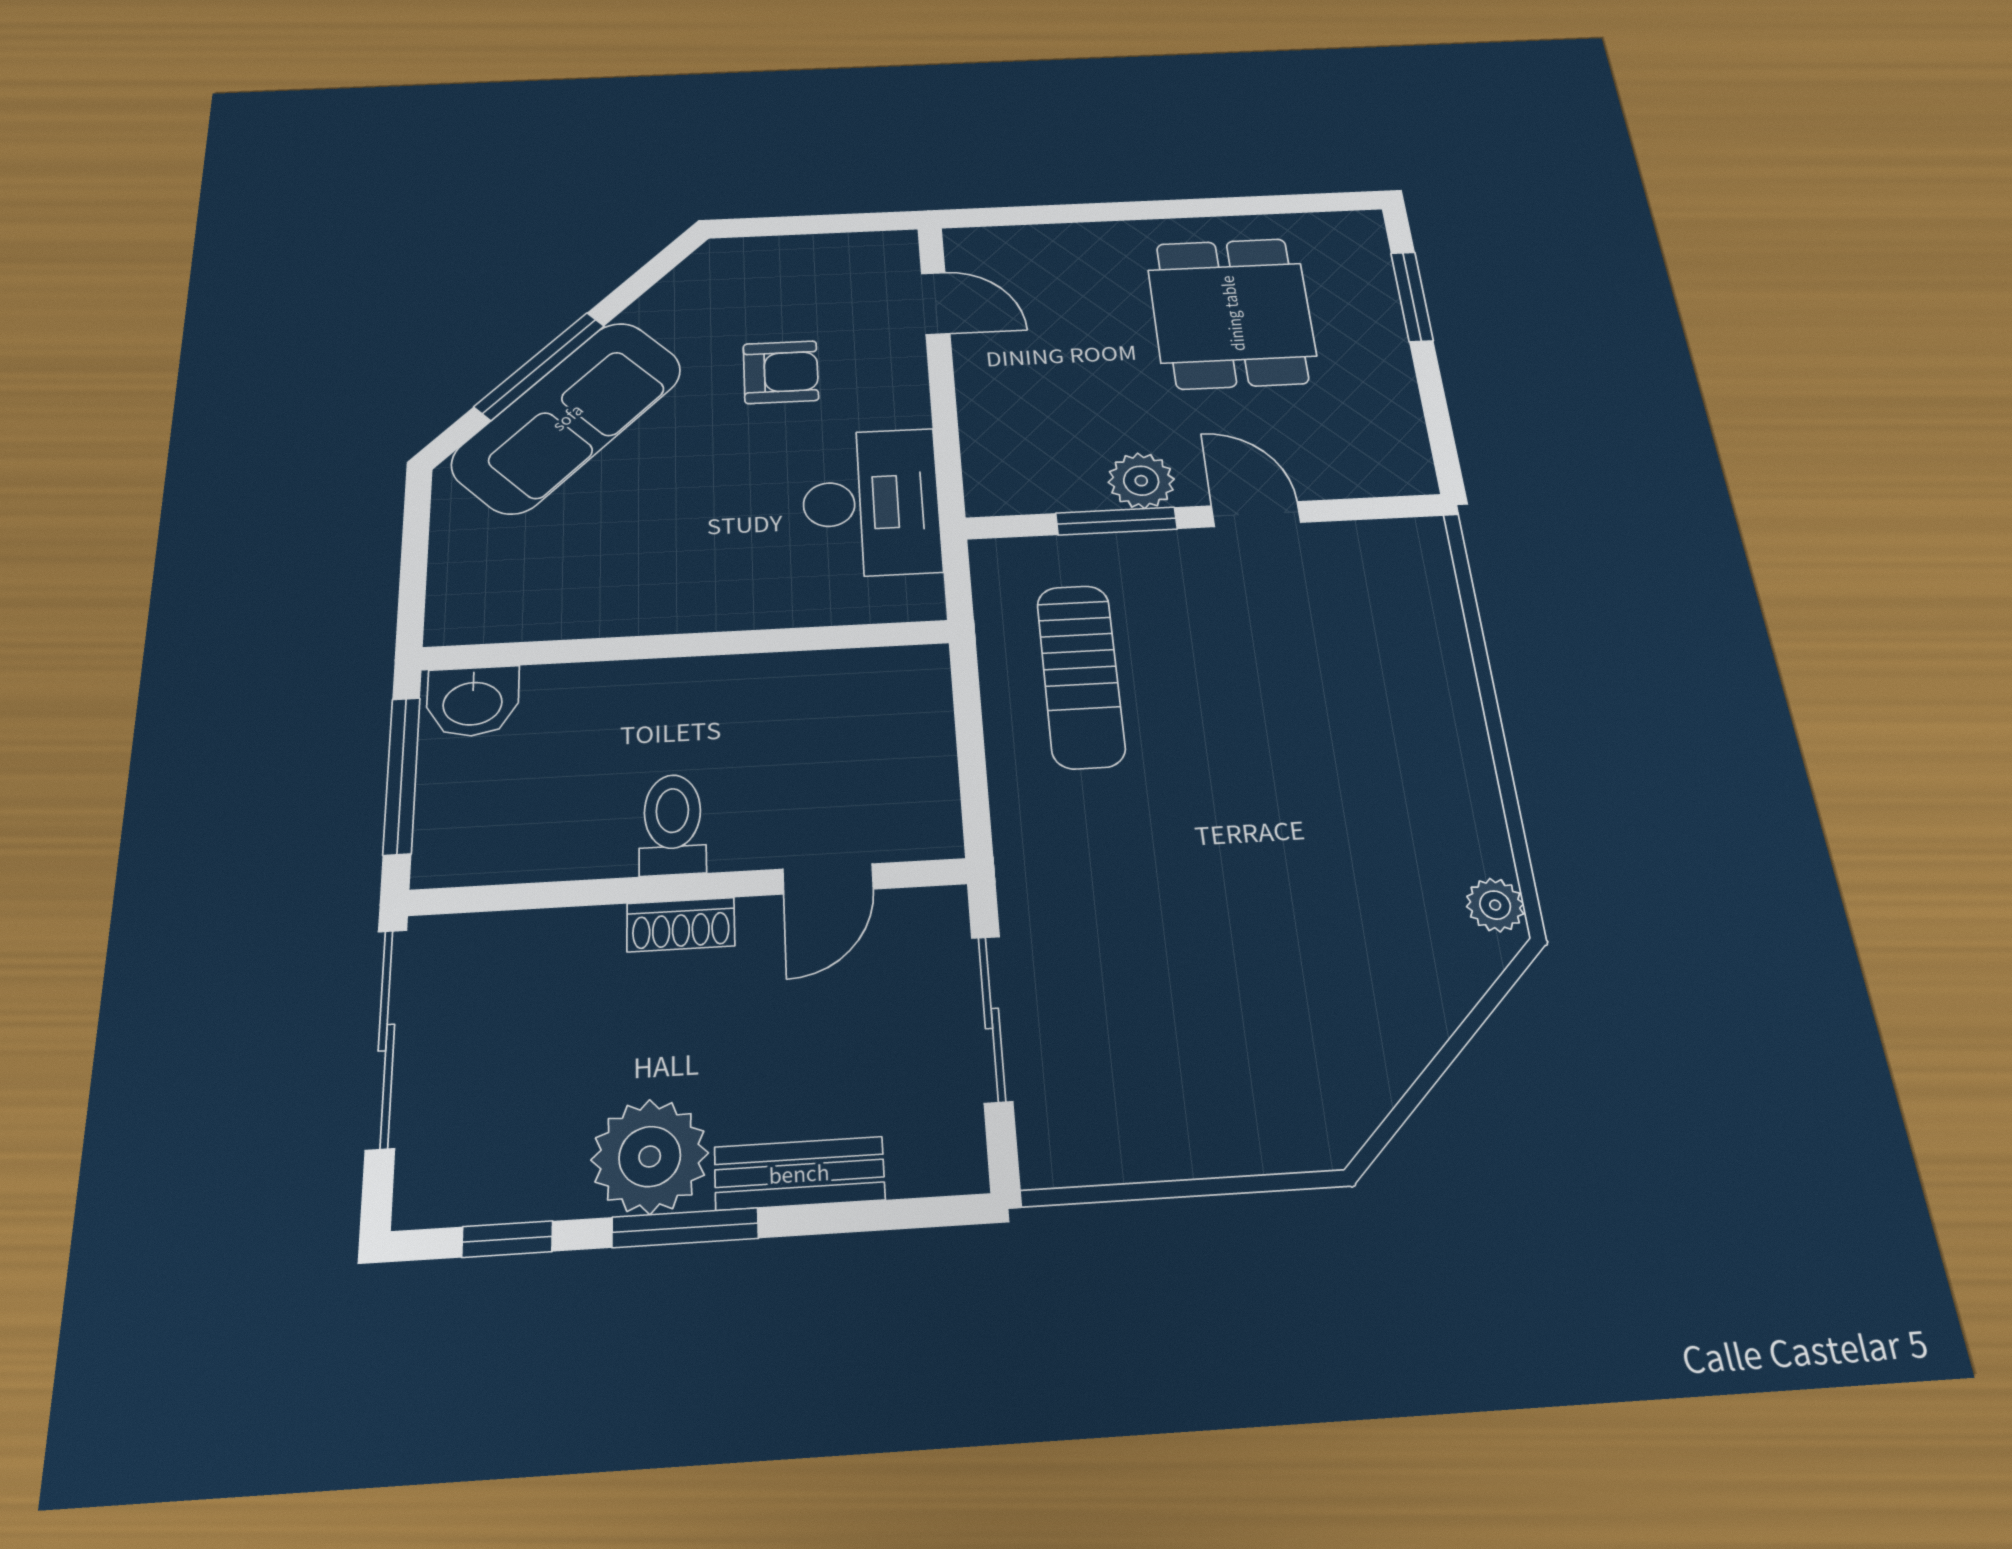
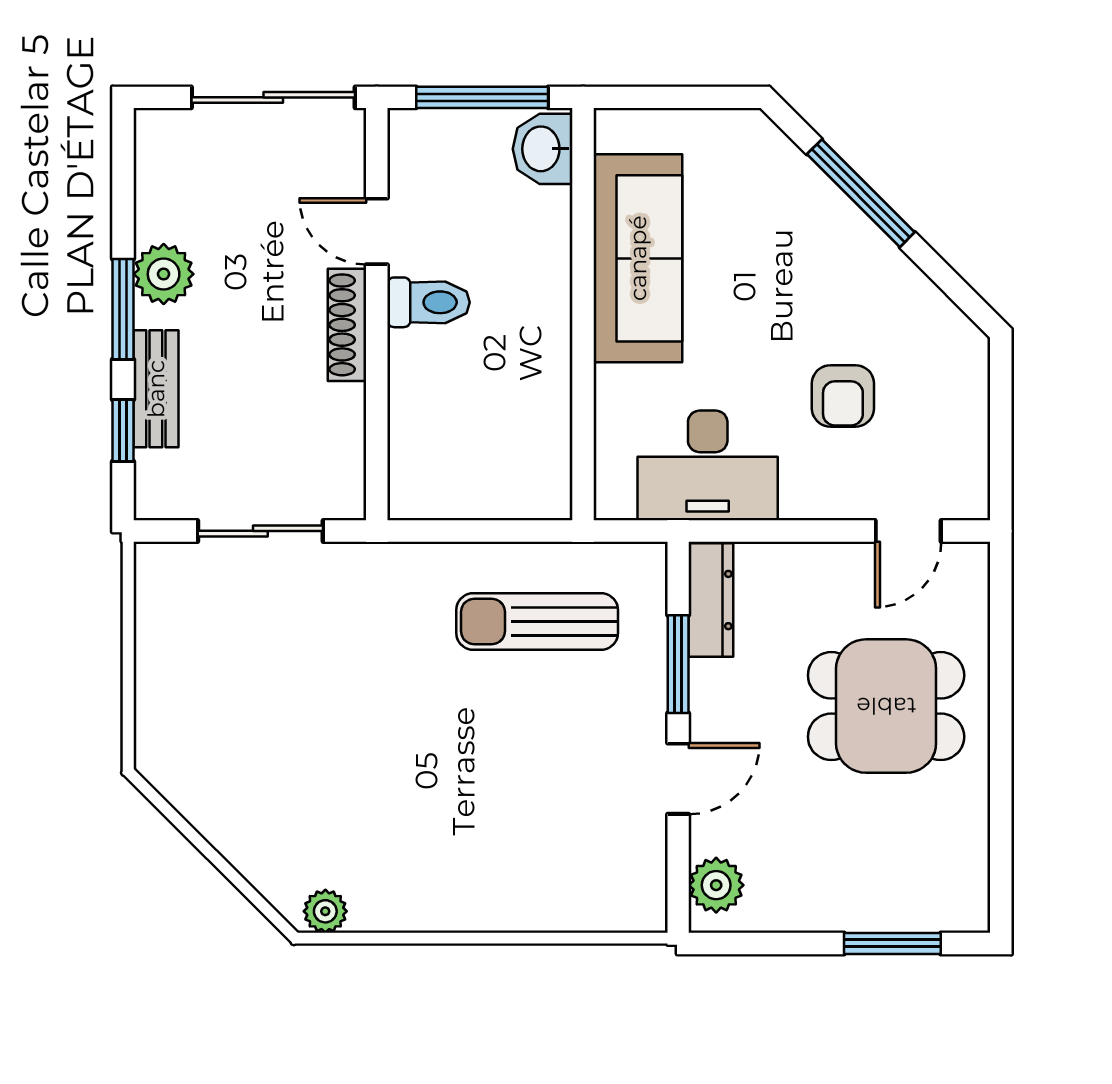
dining table: (1232, 313) -> (886, 706), moved
sofa: (567, 417) -> (638, 258), moved, turned -135
plant: (1141, 481) -> (716, 885), moved
dresser: (1035, 491) -> (711, 600), added
door: (828, 879) -> (377, 231), moved
shoe rack: (681, 925) -> (347, 325), width x1.43
plant: (650, 1156) -> (164, 274), width x0.73, depth x0.73
window: (507, 1239) -> (123, 430), moved

